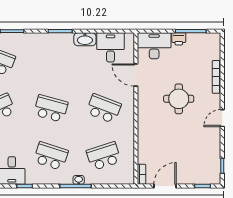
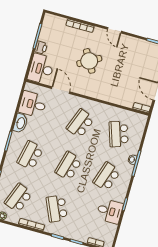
school desk: (51, 61) -> (30, 155), added
door: (136, 75) -> (61, 90), swing flipped
round table: (179, 99) -> (89, 61), turned -30

